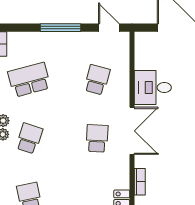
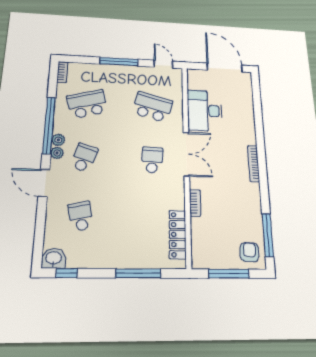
school desk: (97, 80) -> (152, 107), width x1.85
desk: (153, 88) -> (205, 111), width x1.37

